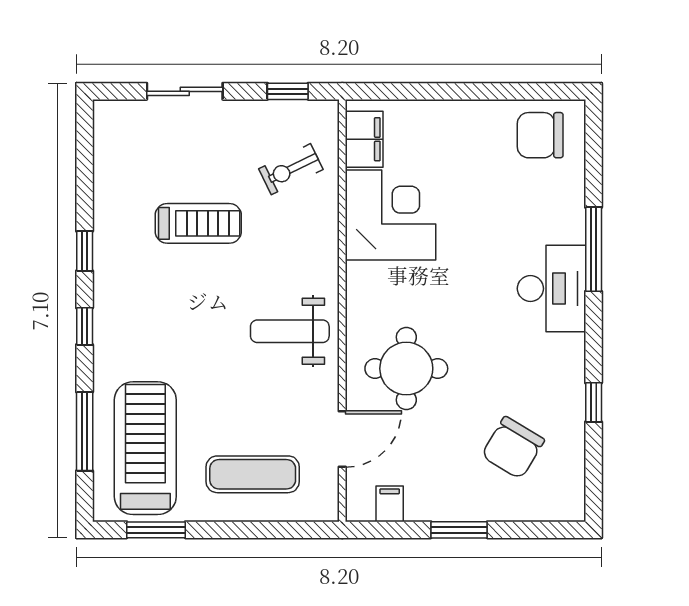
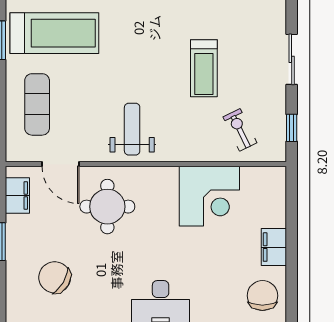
filing cabinet: (364, 139) -> (274, 247), moved, turned 90
filing cabinet: (390, 504) -> (17, 195), width x2.00

